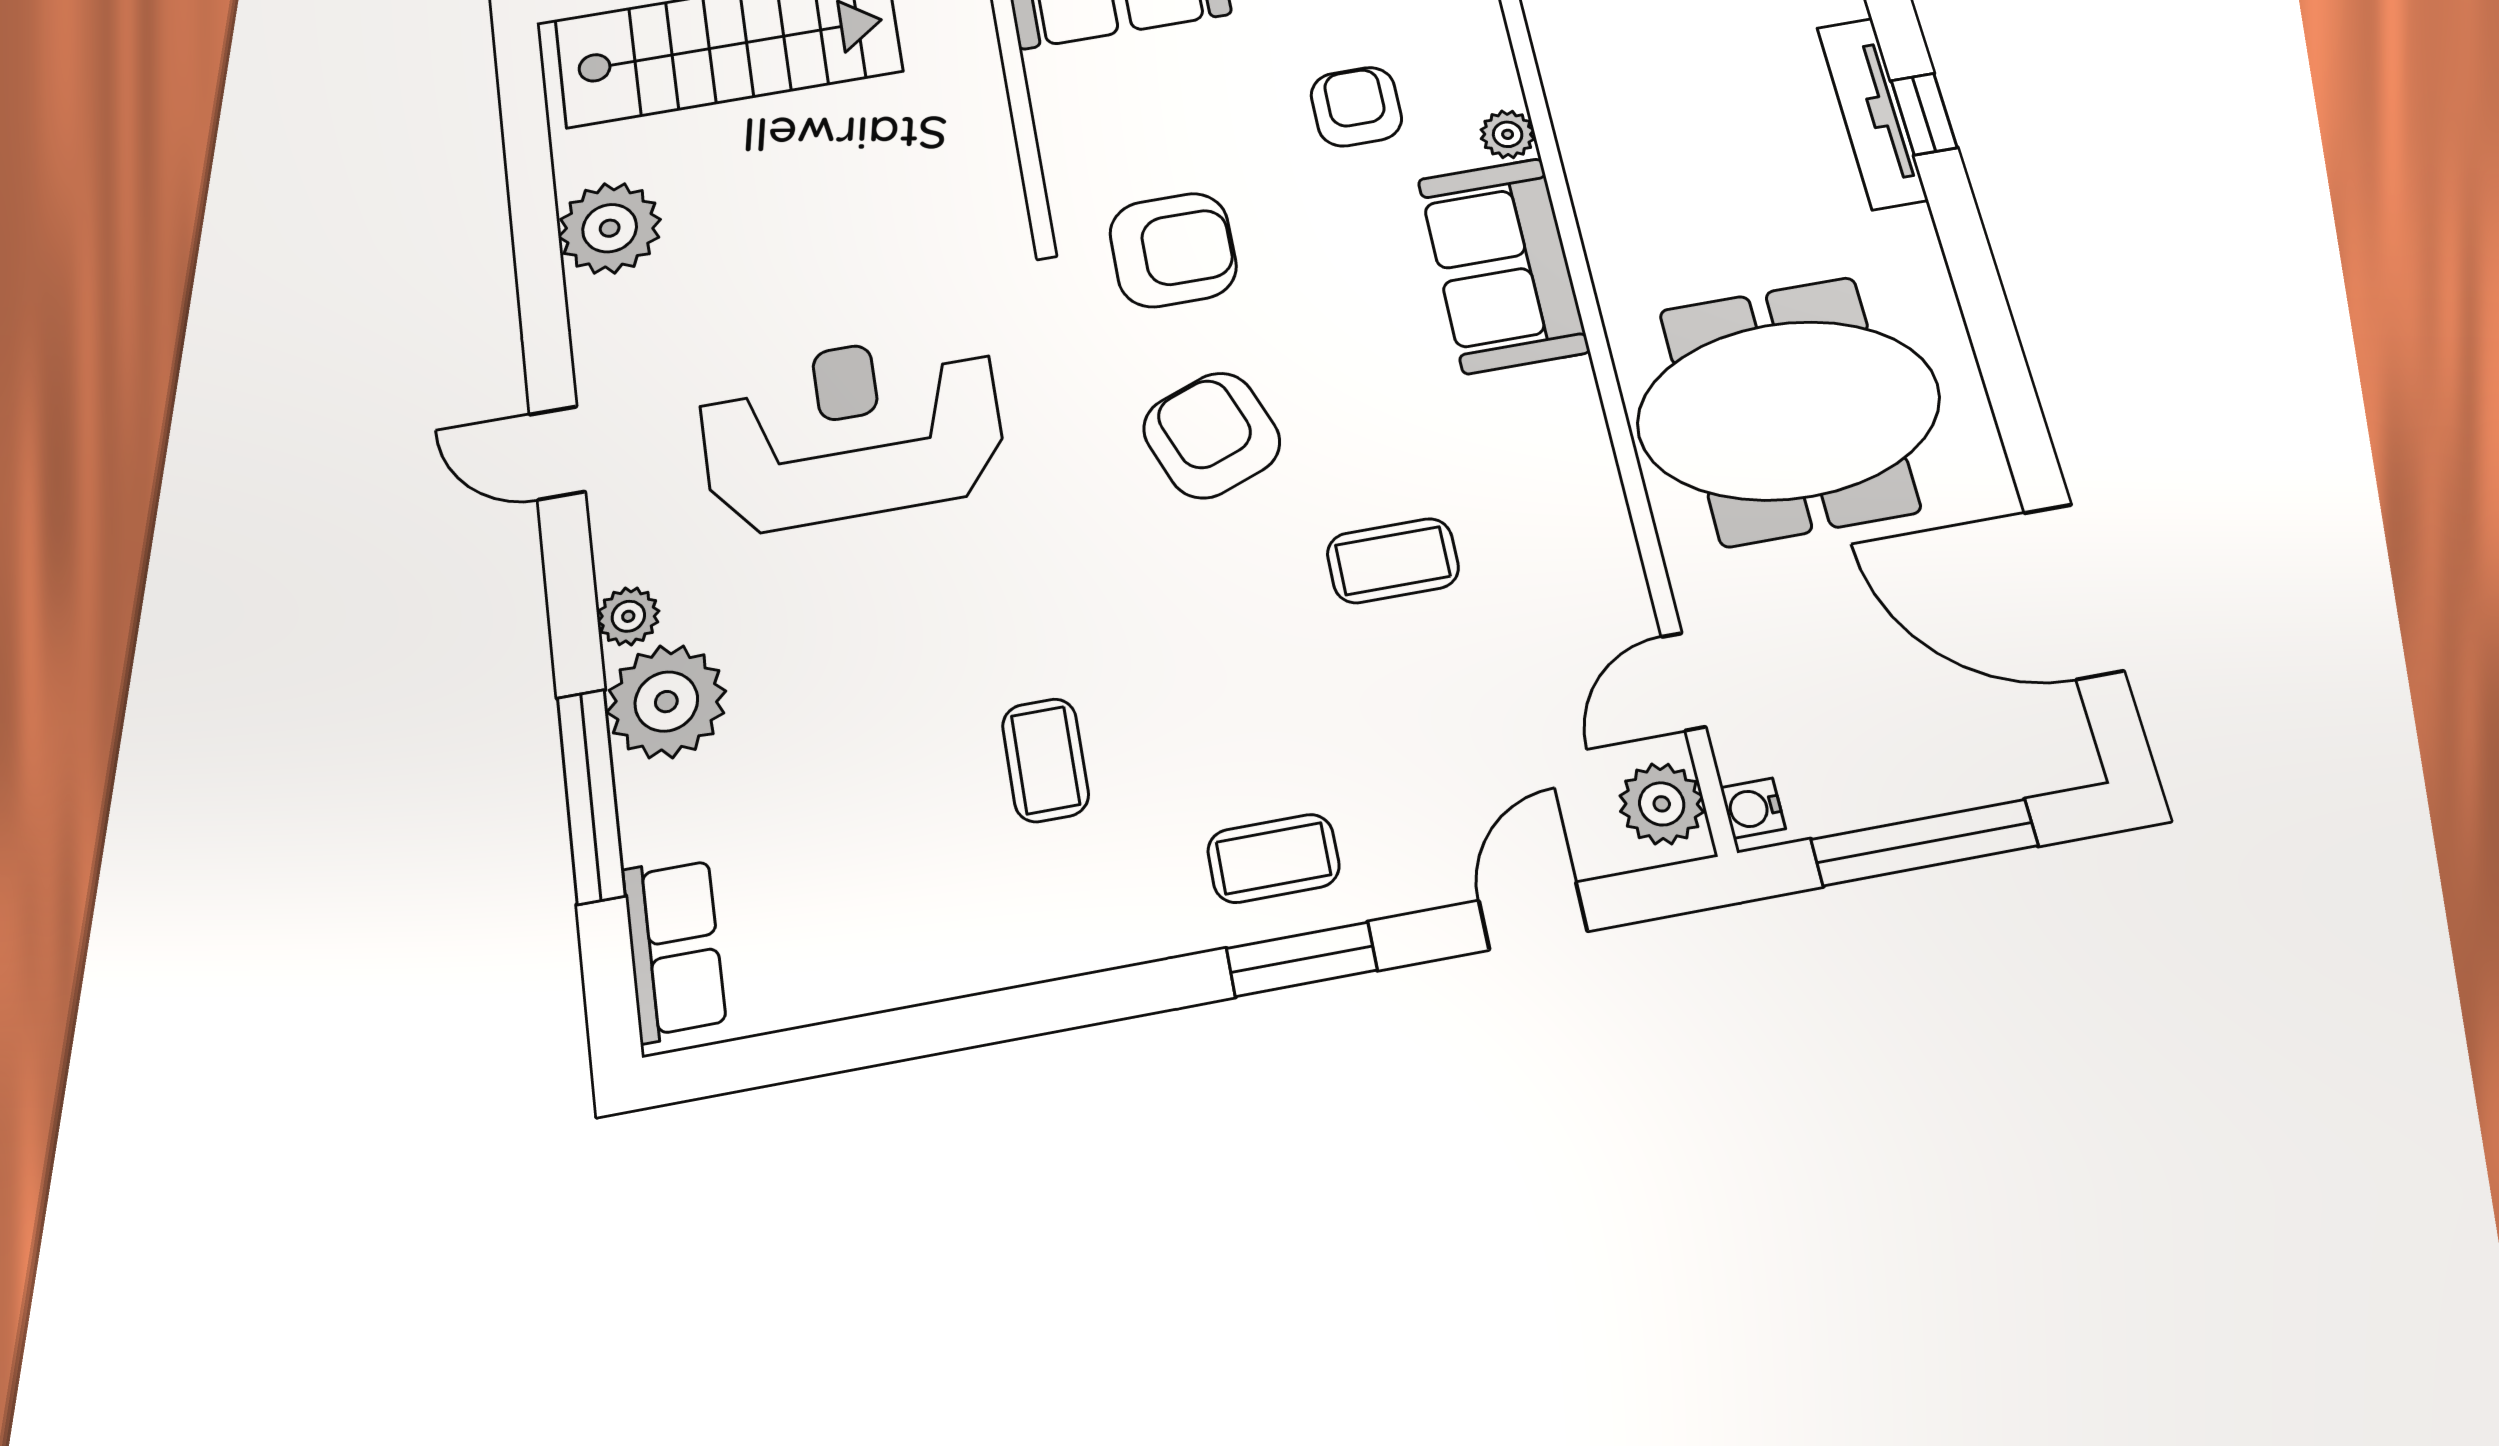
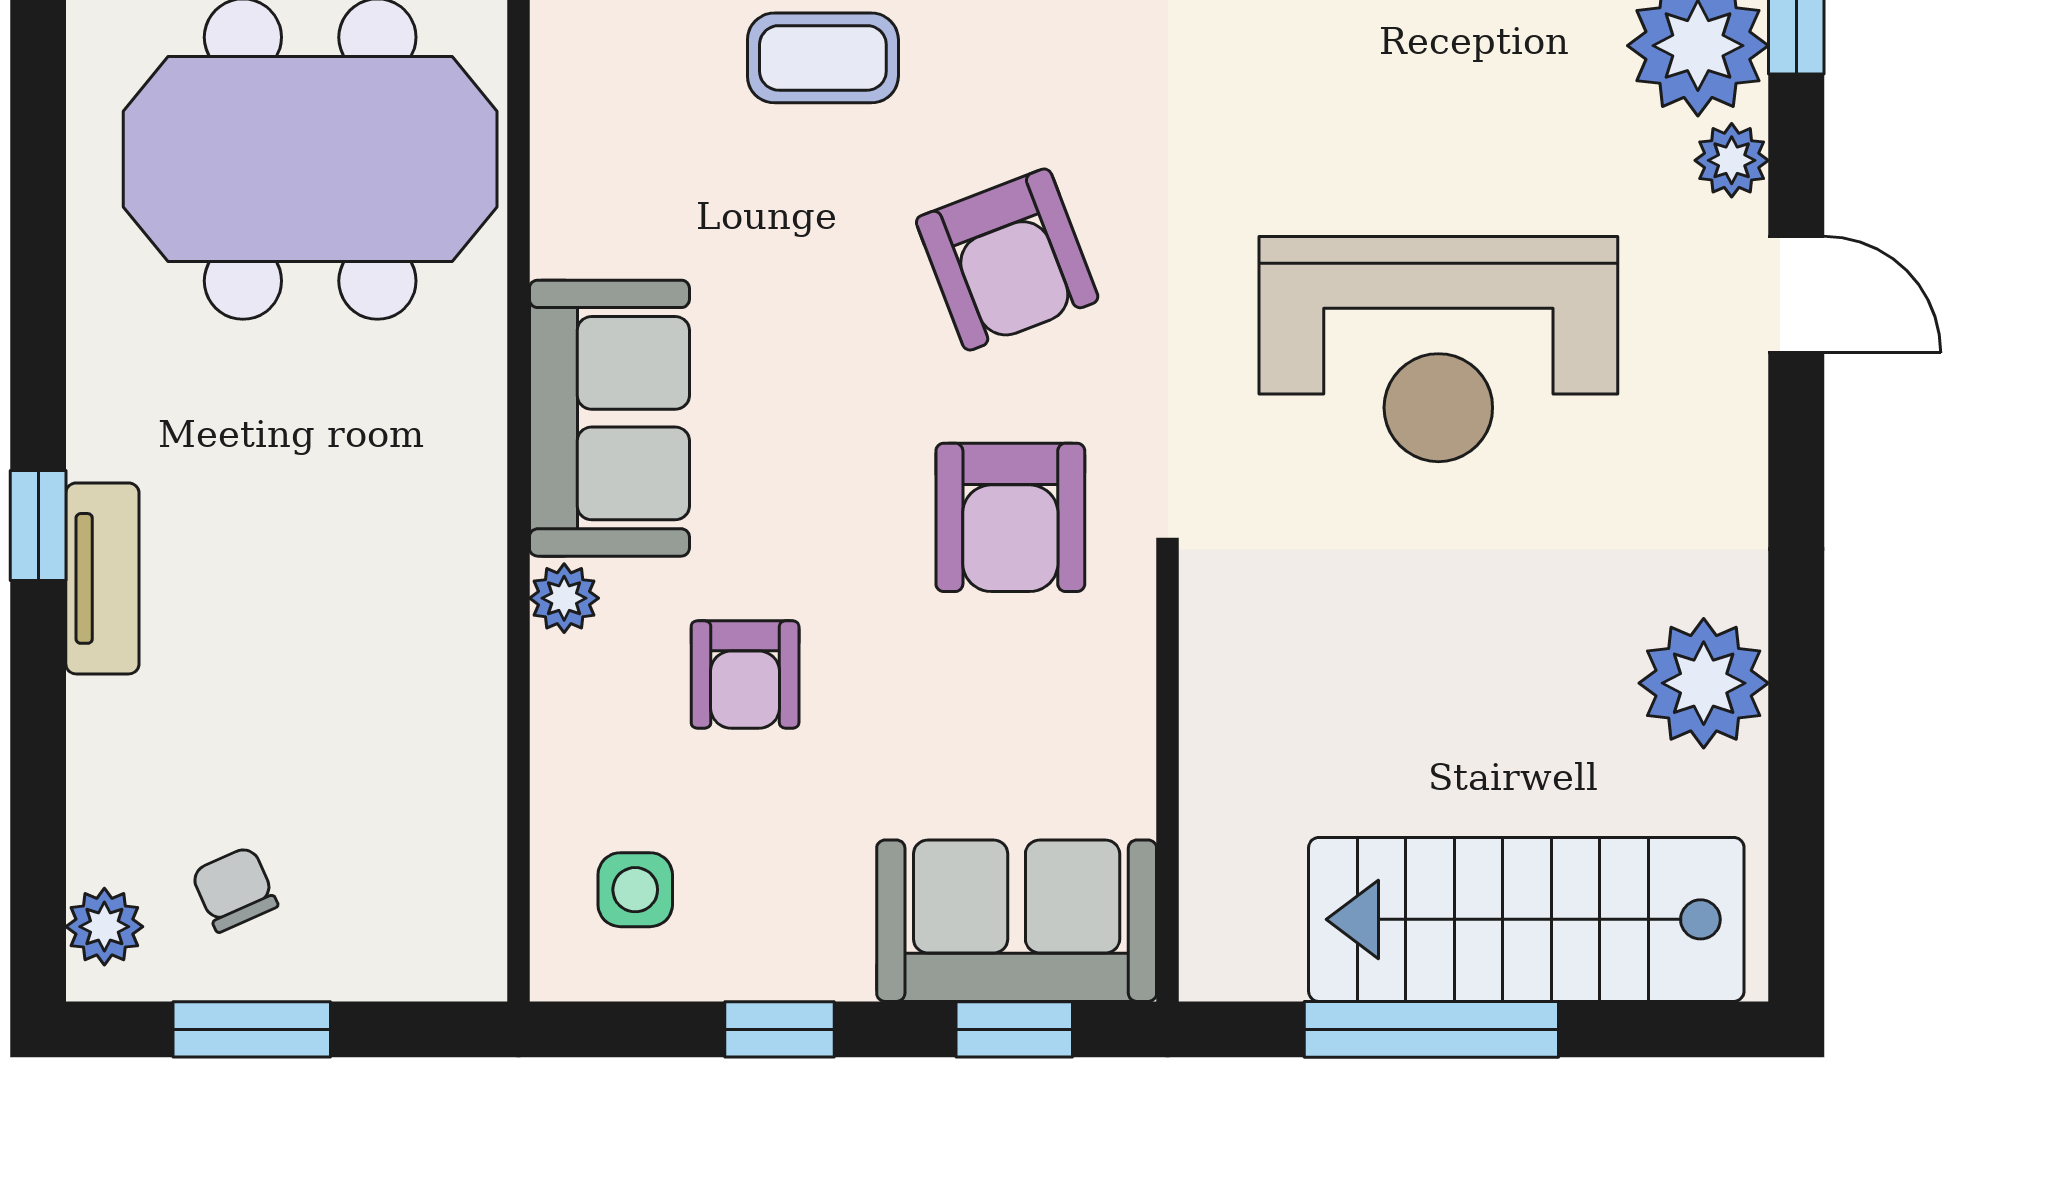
tv unit: (1872, 113) -> (102, 578), width x0.71
armchair: (1173, 250) -> (1010, 517), turned -90
door: (557, 453) -> (1796, 294), moved

